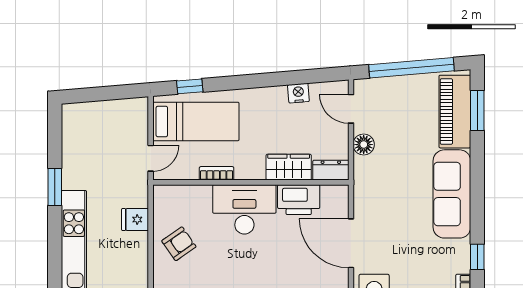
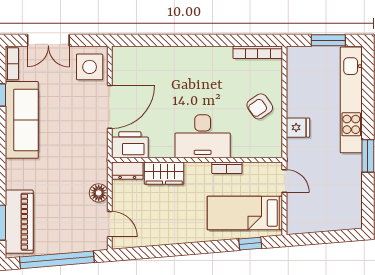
nightstand: (298, 93) -> (156, 238), removed
door: (151, 158) -> (284, 181), swing flipped
sofa: (452, 194) -> (22, 120), moved
printer: (299, 200) -> (130, 145), moved
door: (351, 243) -> (110, 107), hinge flipped

